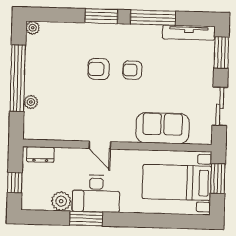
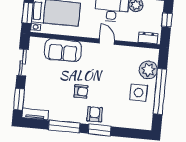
plant: (33, 28) -> (147, 125), removed
tv unit: (189, 33) -> (35, 114), width x0.71
armchair: (99, 69) -> (95, 114), moved, turned -91
side table: (49, 74) -> (139, 93), added
plant: (31, 102) -> (148, 70), width x1.87, depth x1.87

